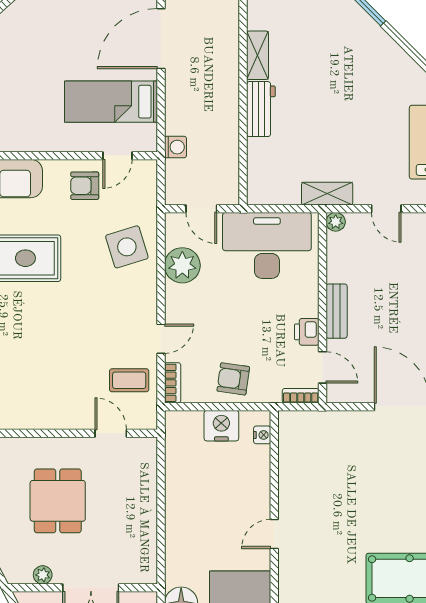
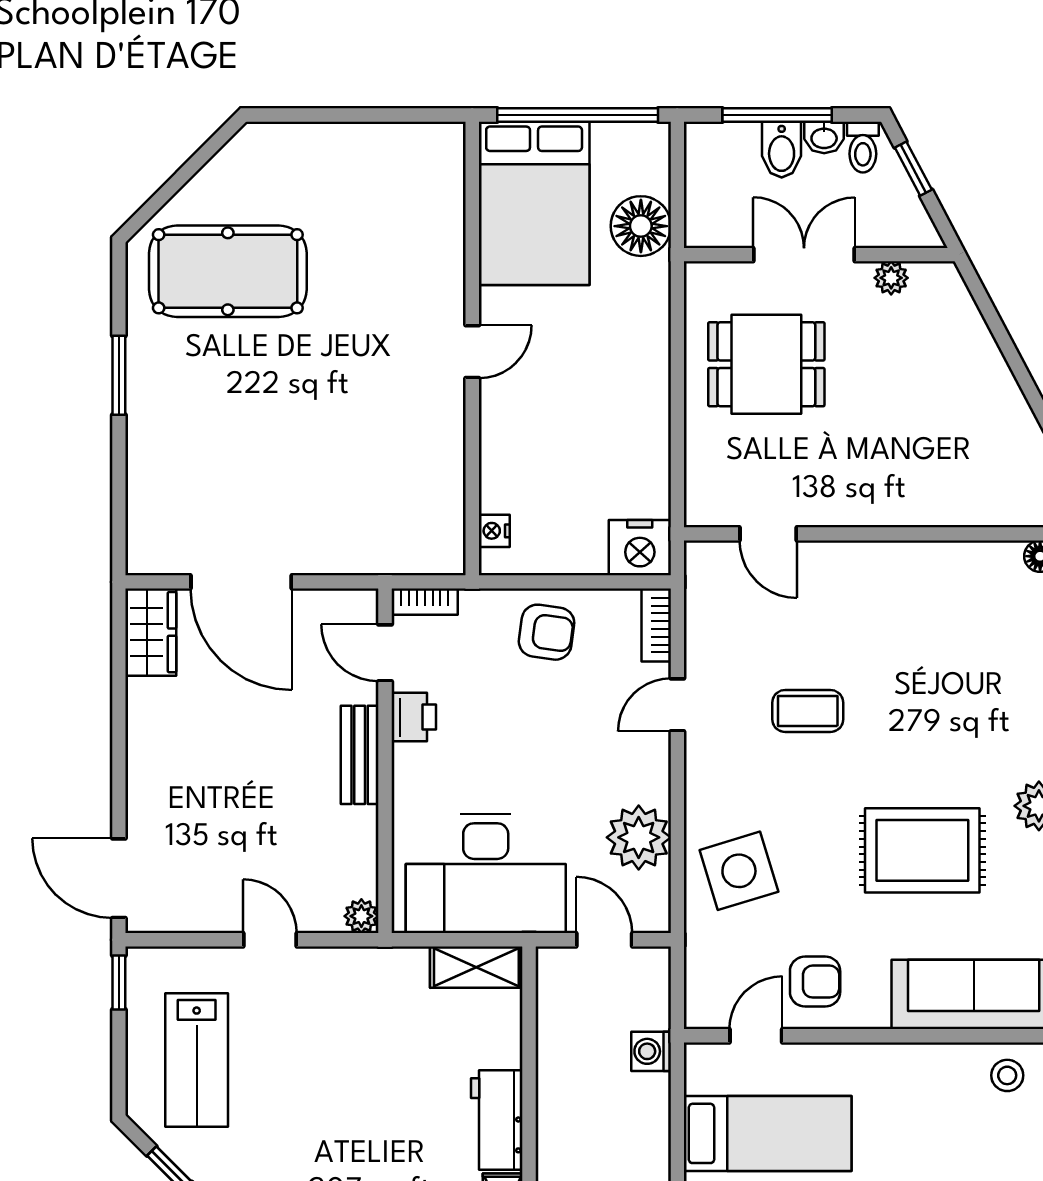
shelving: (327, 194) -> (476, 967), moved
coffee table: (129, 380) -> (808, 711), moved
nightstand: (221, 426) -> (640, 548), moved
dining table: (58, 501) -> (766, 364), moved, turned 90

